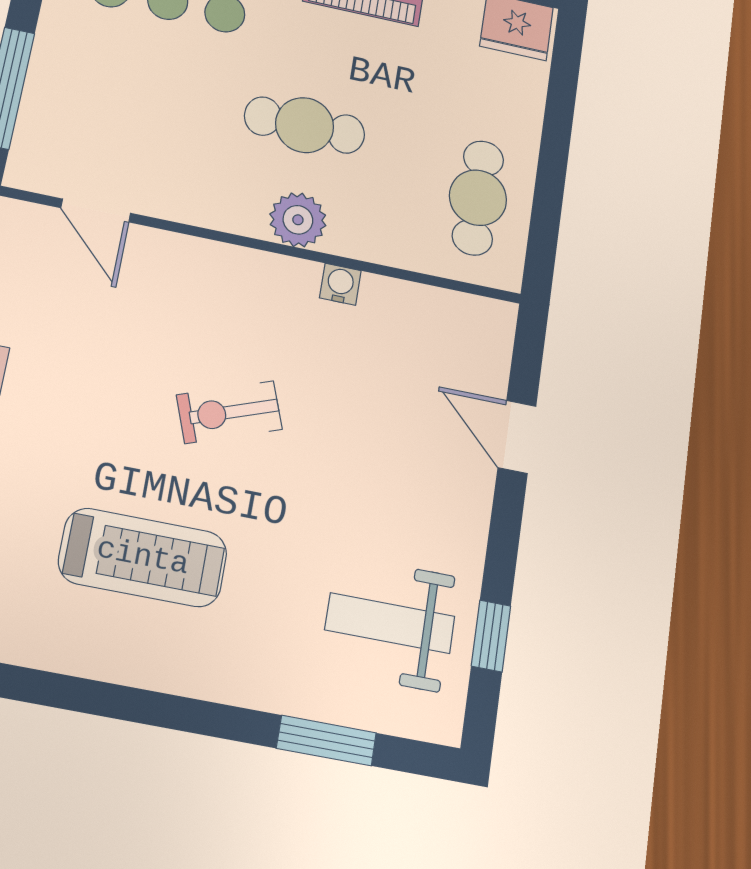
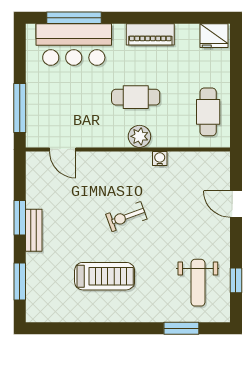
weight bench: (390, 623) -> (198, 283), turned -90

